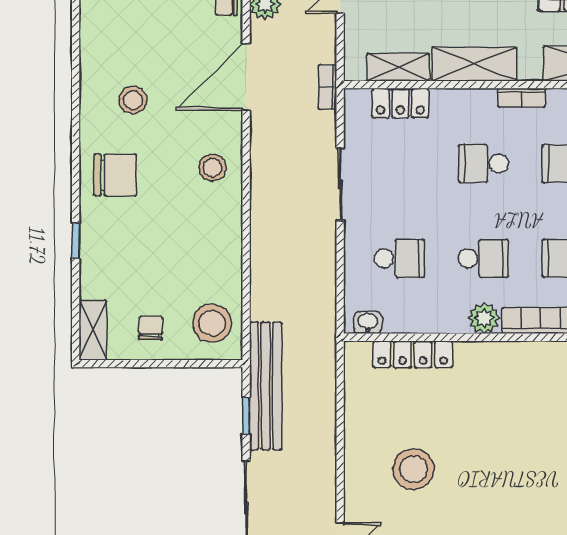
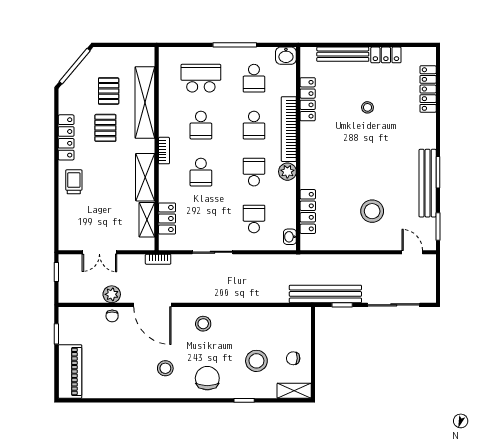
stool: (212, 323) -> (256, 361), moved

